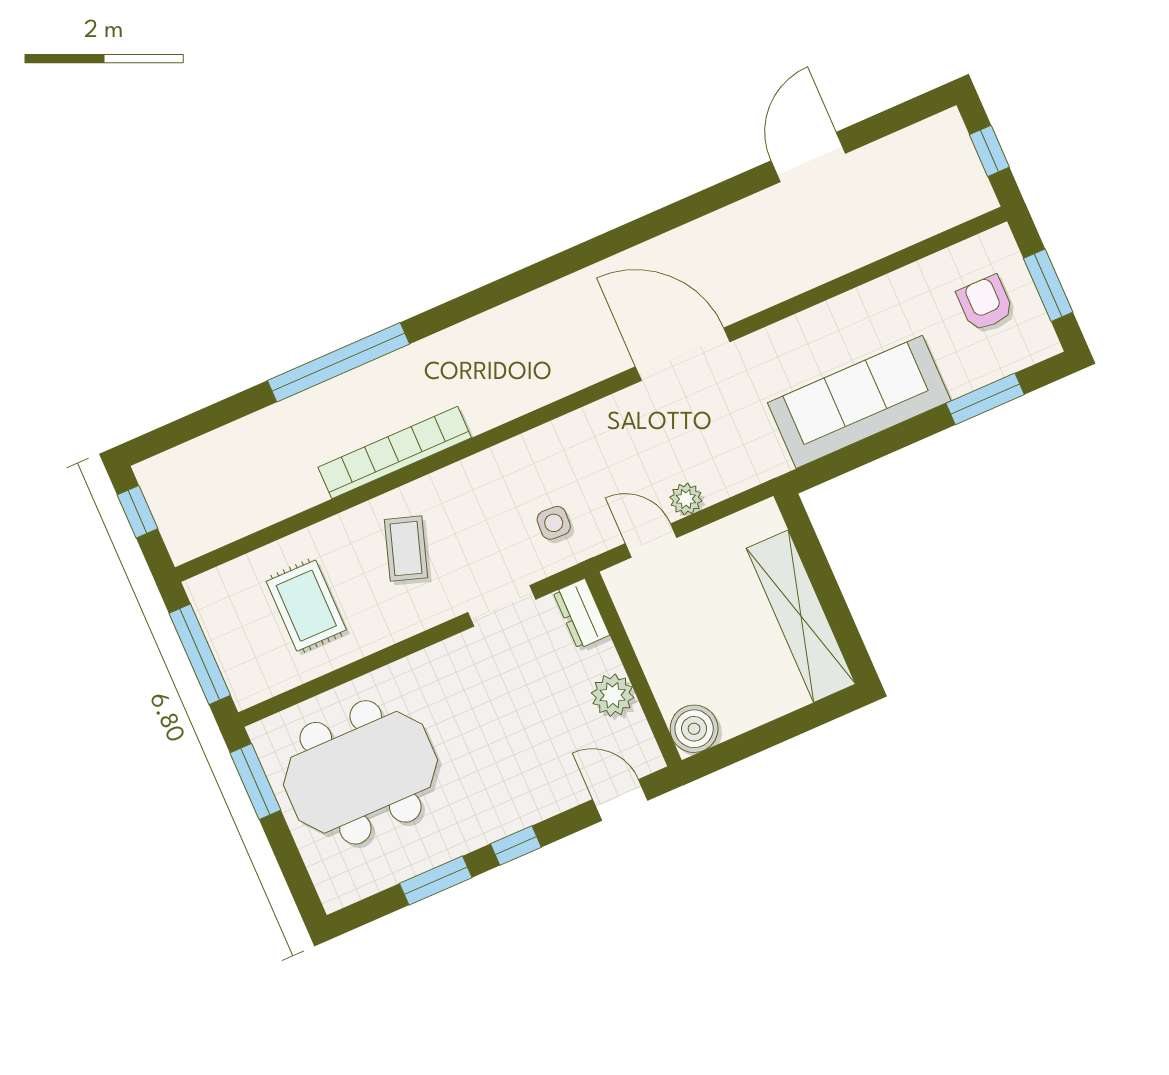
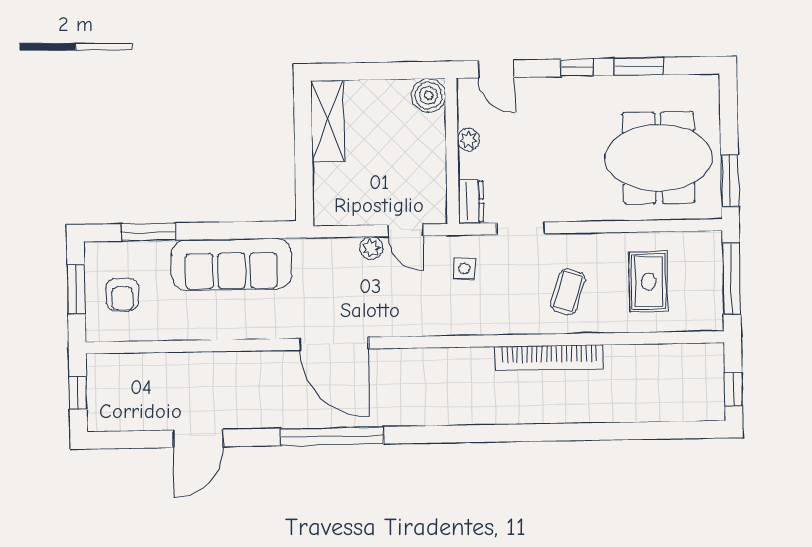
window: (338, 362) -> (332, 436), moved
shelving: (801, 616) -> (328, 121), width x0.68
plant: (613, 695) -> (468, 140), width x0.73, depth x0.73

